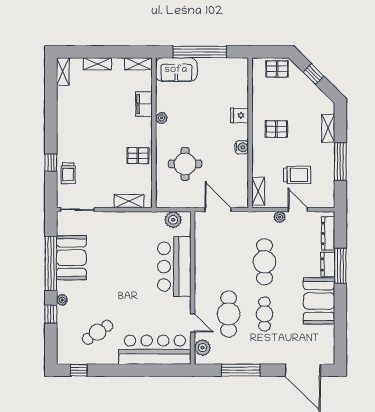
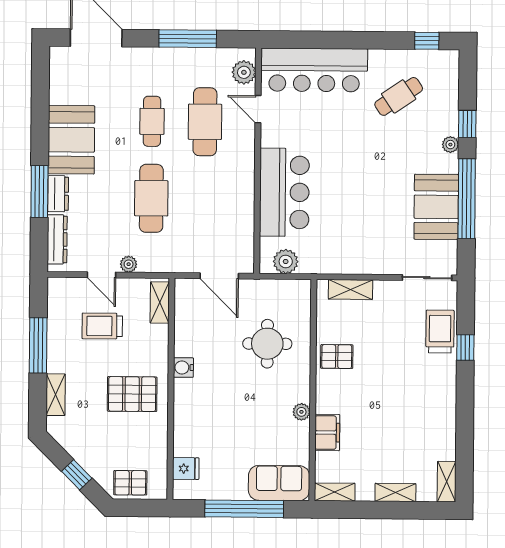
fridge: (240, 115) -> (186, 469), moved
pallet: (276, 129) -> (132, 394), width x1.50, depth x1.42
trolley: (68, 173) -> (440, 332), width x1.36, depth x1.39

